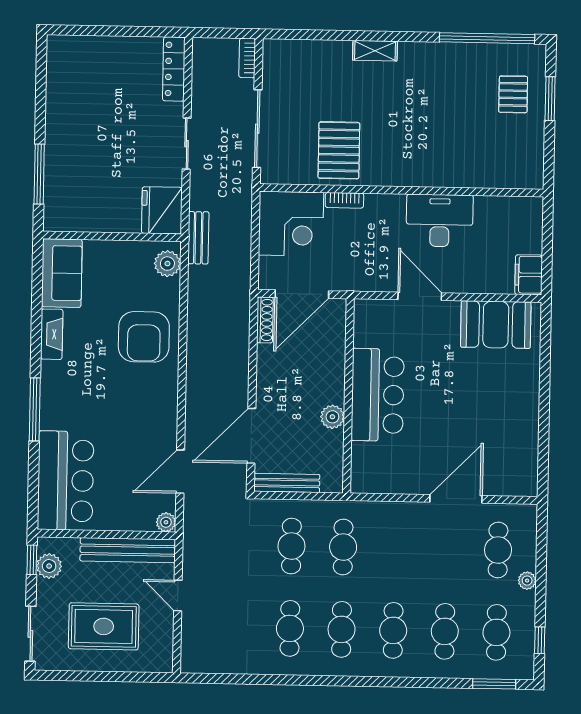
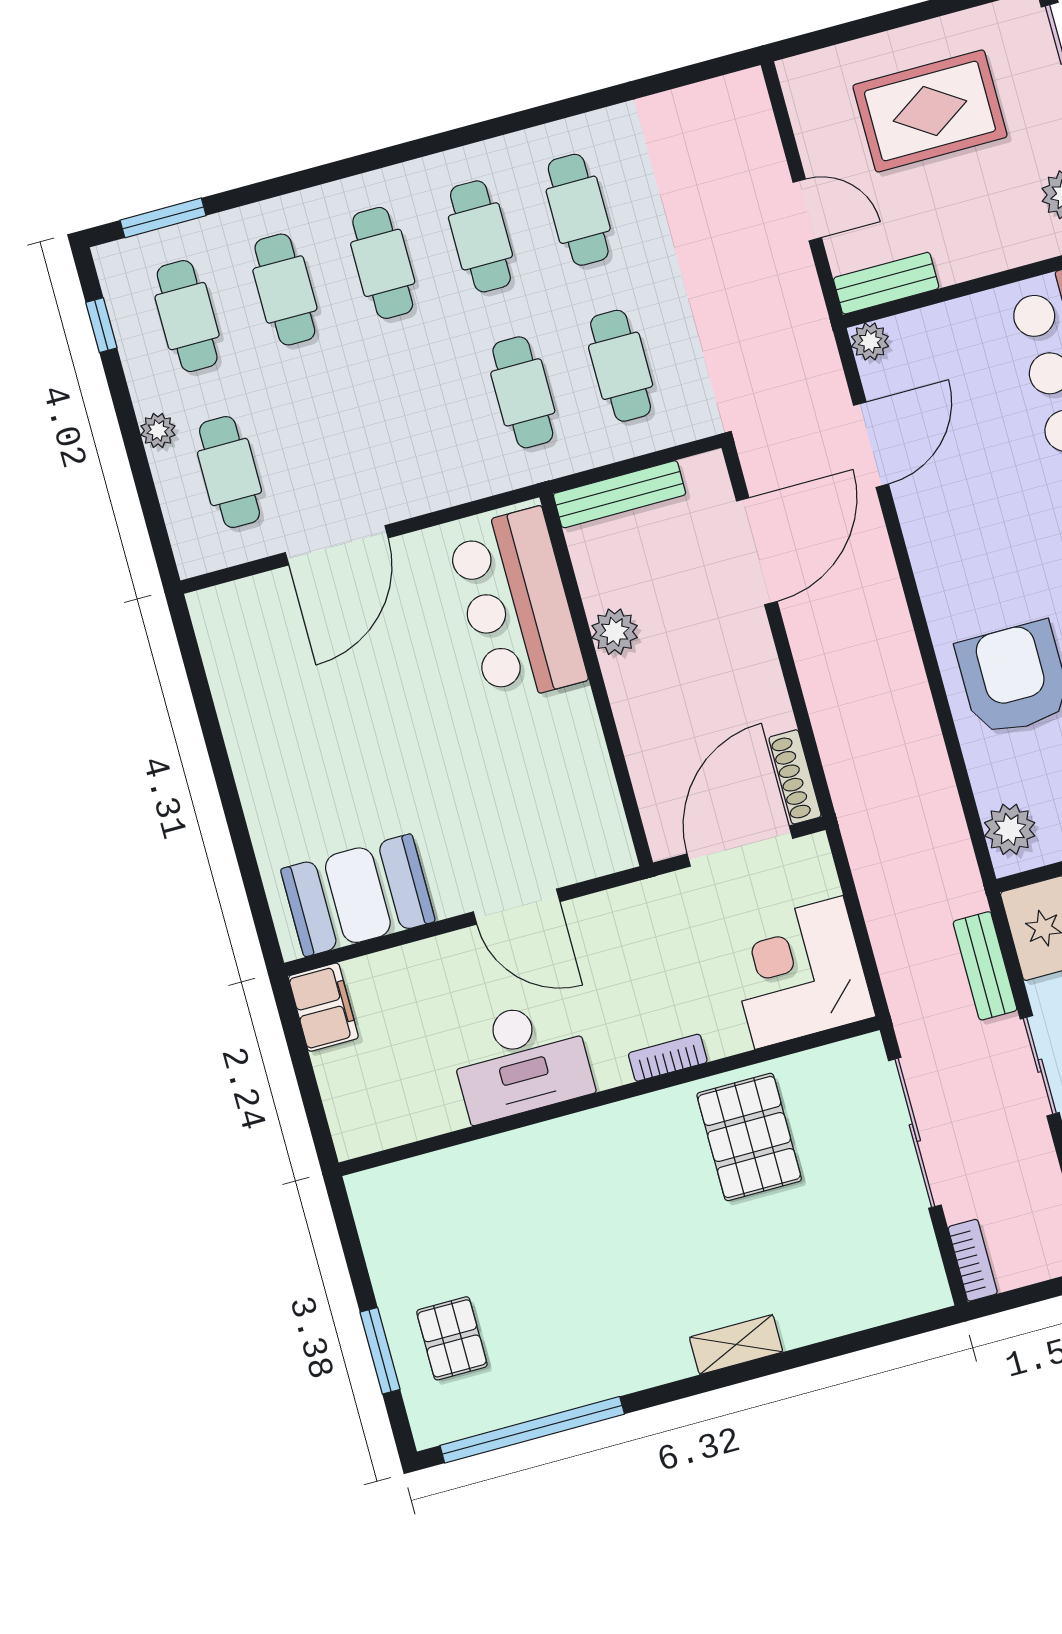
bookcase: (344, 200) -> (668, 1058), moved
bench: (198, 238) -> (985, 966), moved
bar counter: (378, 395) -> (517, 606), moved
bench: (287, 483) -> (620, 494), moved
bench: (128, 550) -> (886, 283), width x0.54, depth x0.82

